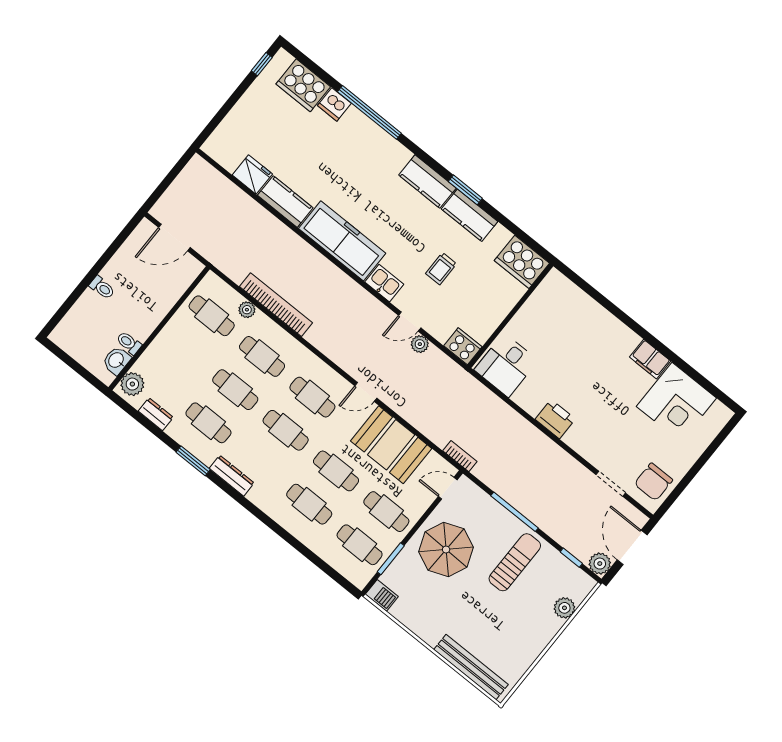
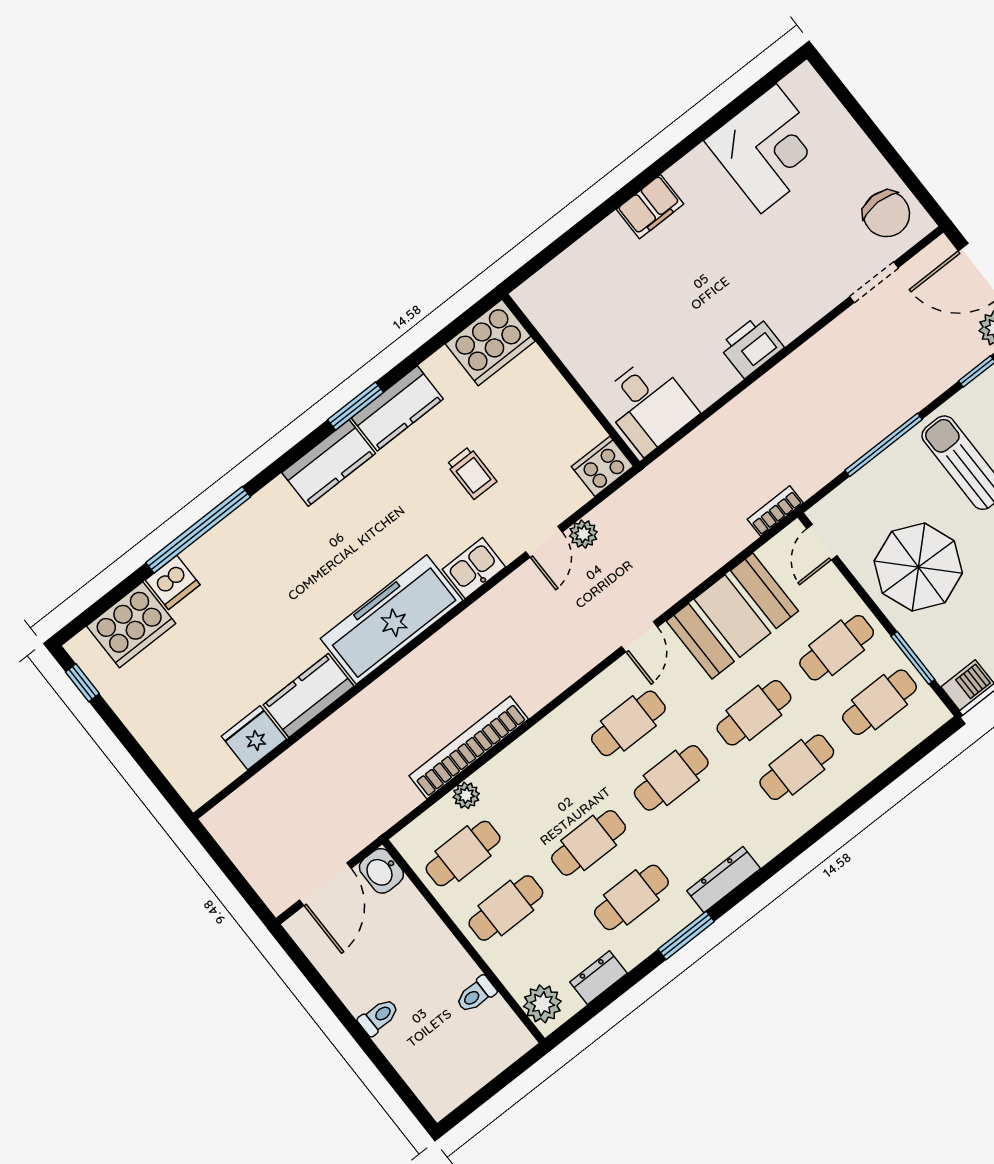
cafe table: (262, 356) -> (506, 908), moved
filing cabinet: (650, 359) -> (650, 207), moved
washbasin: (116, 360) -> (381, 871), moved

